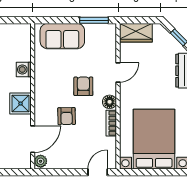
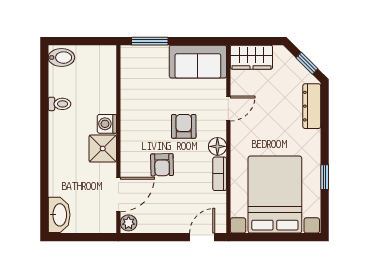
window: (94, 20) -> (150, 41), moved
sofa: (62, 36) -> (198, 62), moved
washing machine: (24, 70) -> (107, 124), moved

